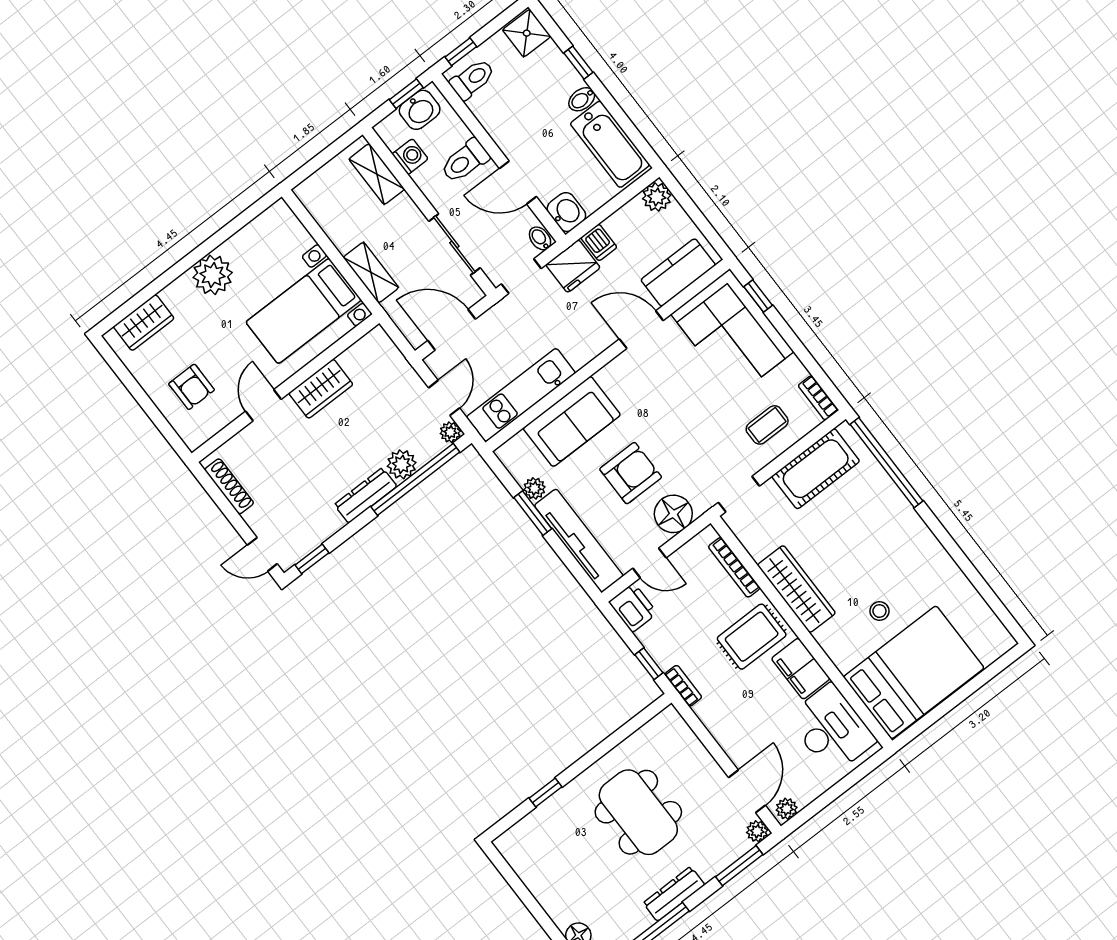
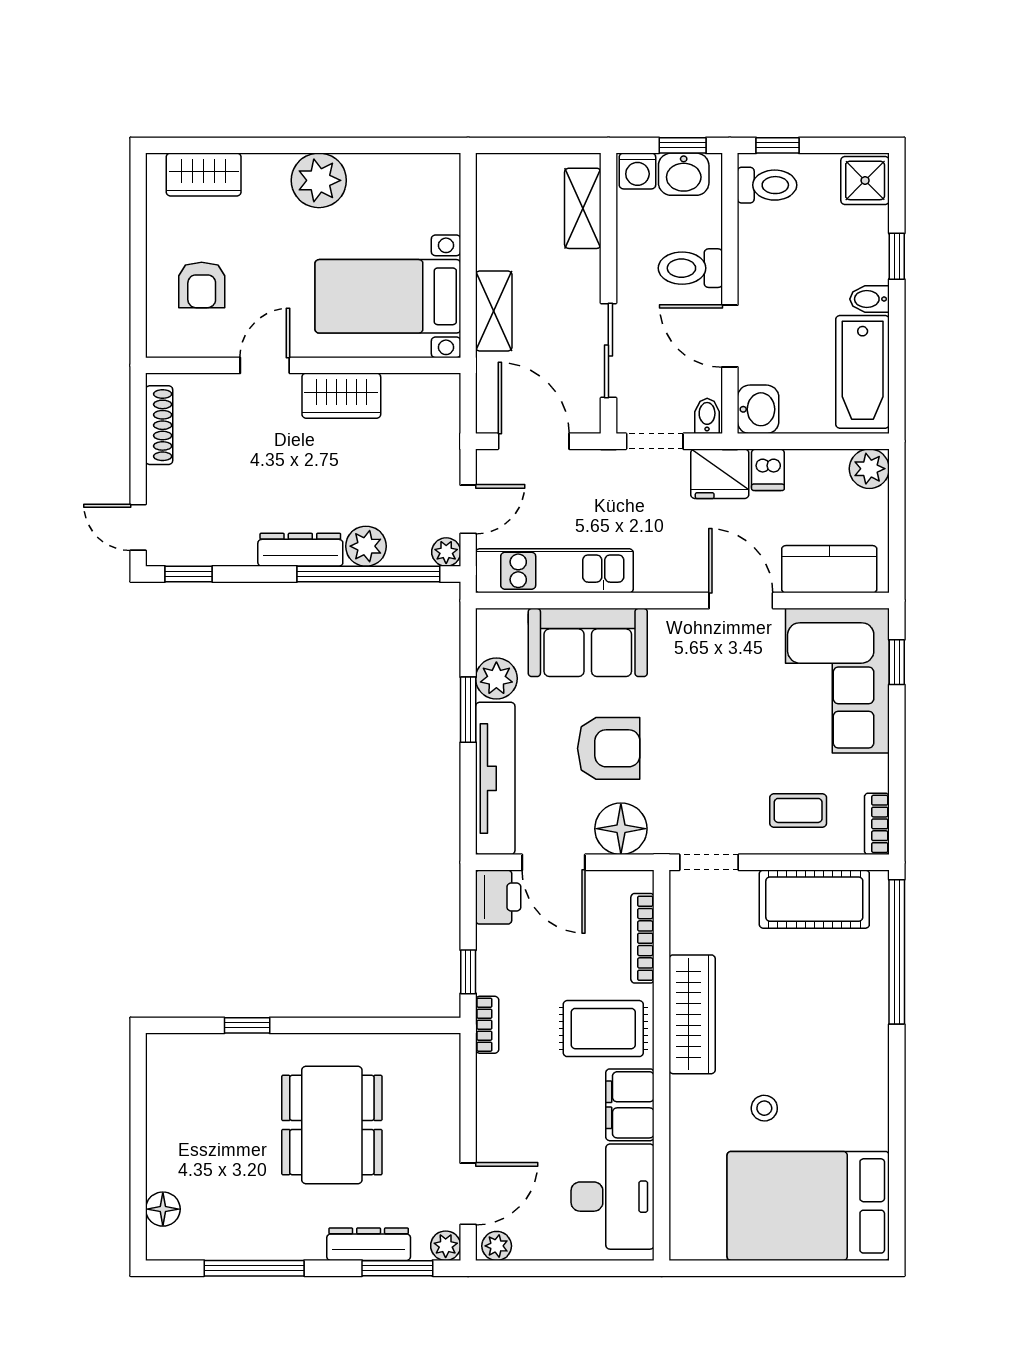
washing machine: (410, 156) -> (637, 171), moved, turned 90
plant: (534, 488) -> (496, 678), width x1.38, depth x1.38
door: (649, 563) -> (554, 862), width x1.38
bed: (914, 672) -> (808, 1206), moved, turned 180
dresser: (674, 894) -> (369, 1244), moved

